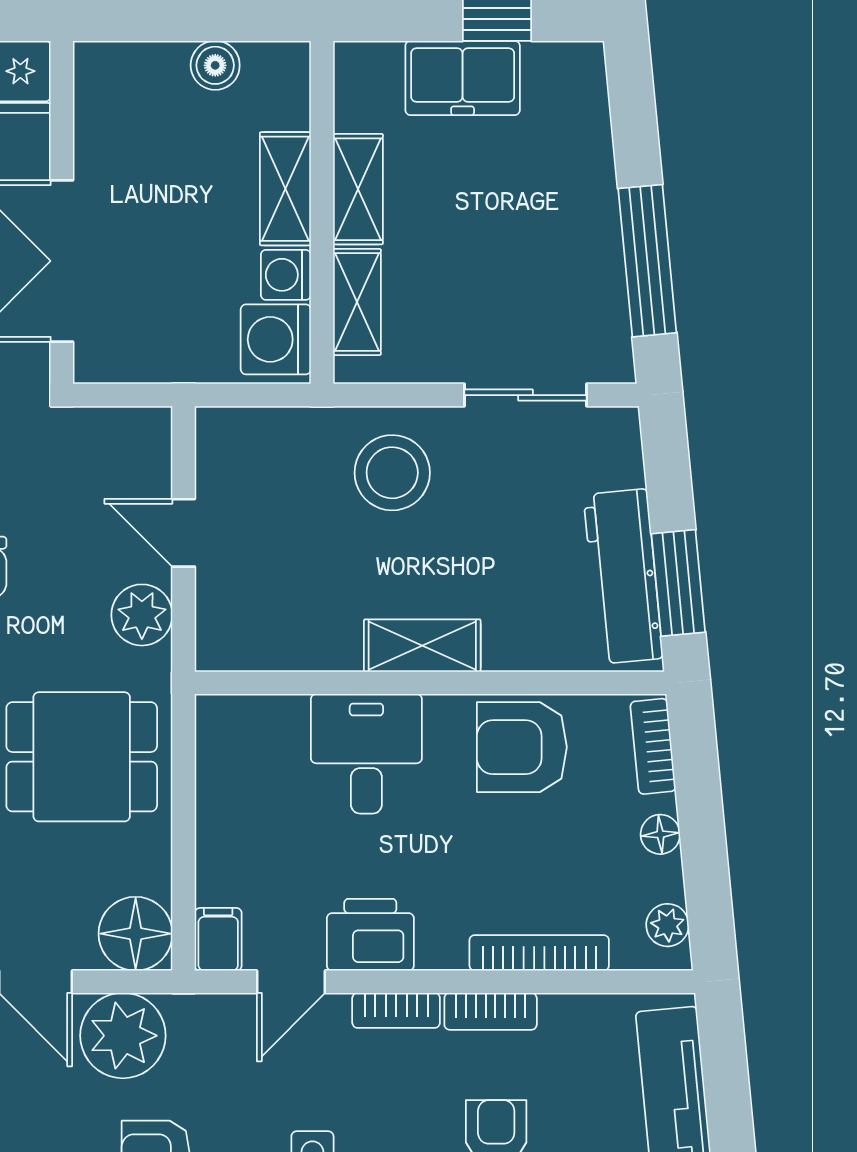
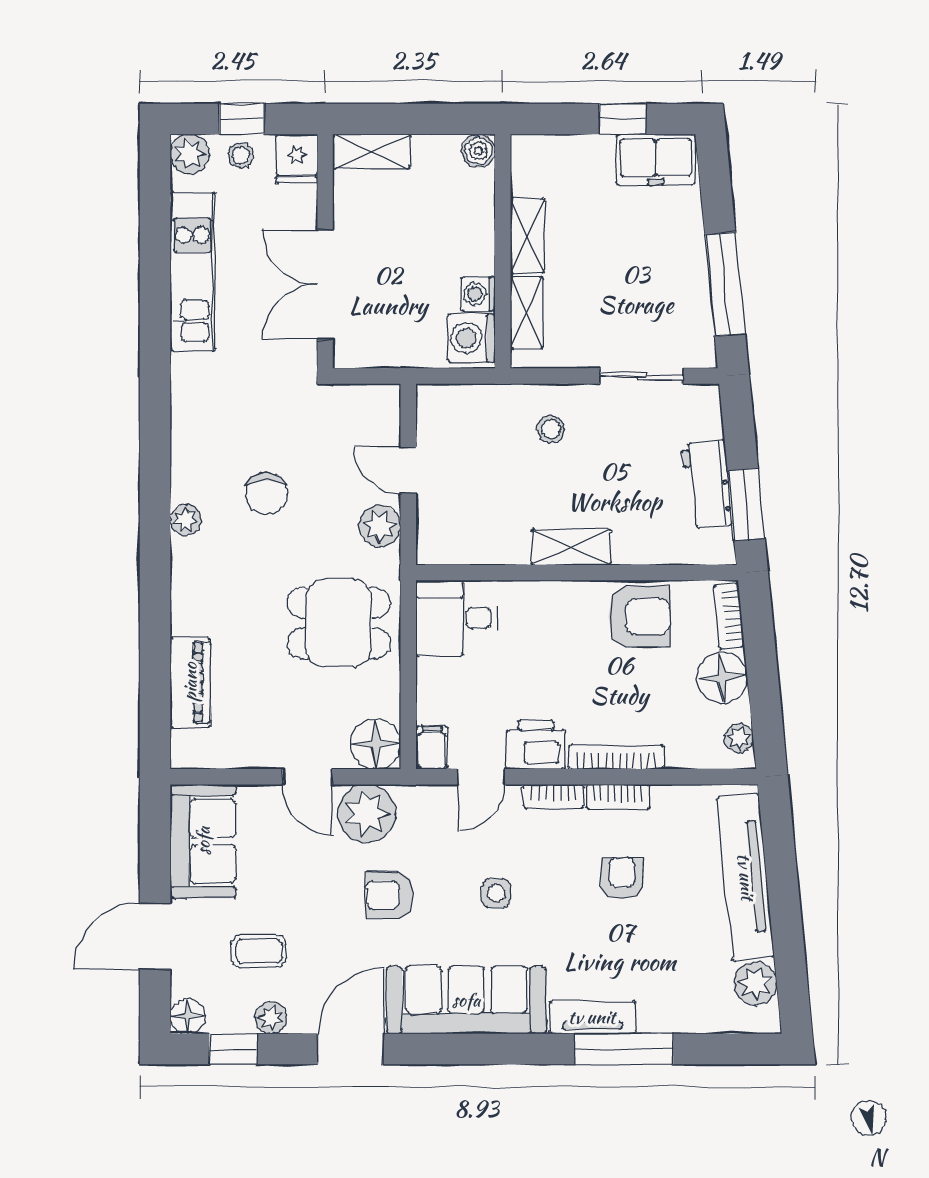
boiler: (215, 65) -> (478, 151), moved
freezer: (463, 78) -> (656, 159), moved
shelving: (285, 189) -> (371, 151), moved, turned 90
stool: (392, 473) -> (551, 429), width x0.53, depth x0.53
workbench: (623, 576) -> (707, 484), width x0.73
armchair: (522, 747) -> (639, 616), turned 180
desk: (366, 754) -> (457, 618), moved, turned -90
floor lamp: (660, 834) -> (722, 677), width x1.89, depth x1.89
bookcase: (539, 953) -> (616, 757), moved

